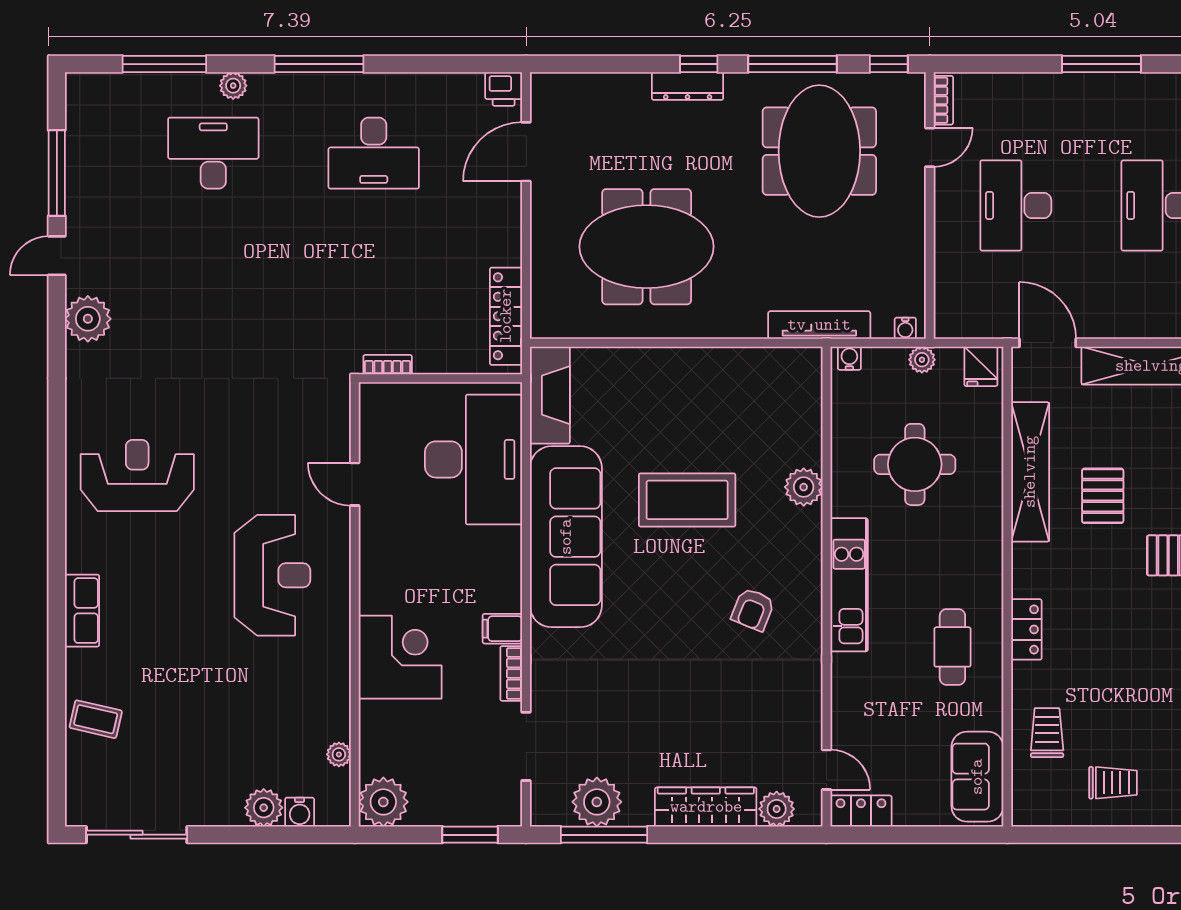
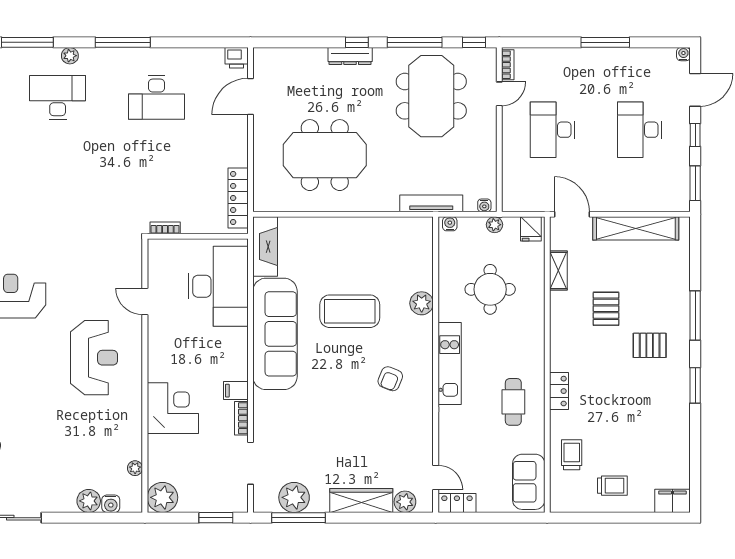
shelving: (1030, 472) -> (558, 270), width x0.45, depth x0.75

